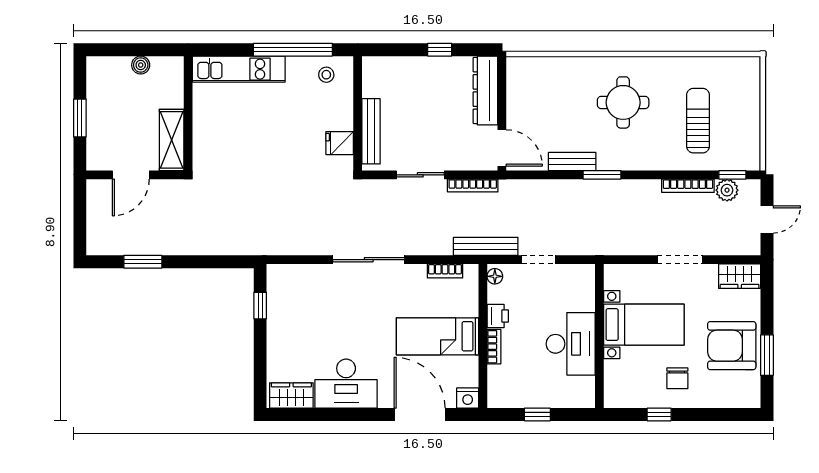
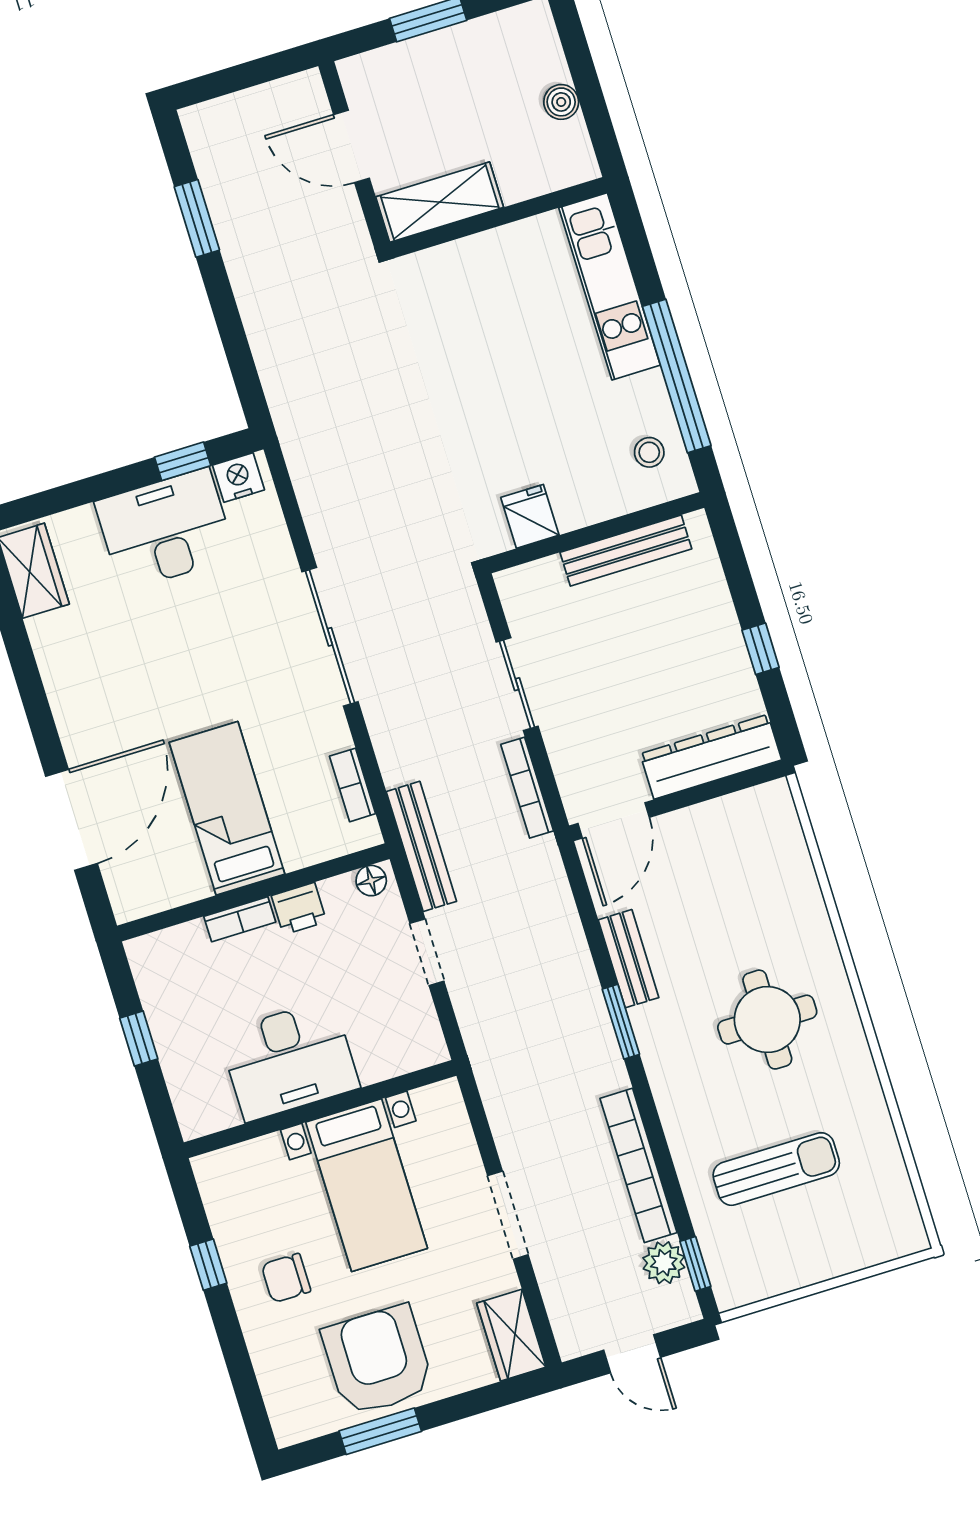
bench: (371, 131) -> (626, 551), moved
bookcase: (688, 186) -> (639, 1165), width x1.48, depth x1.31
desk: (346, 384) -> (165, 529), moved, turned 90
nightstand: (468, 398) -> (238, 478), moved, turned 90

